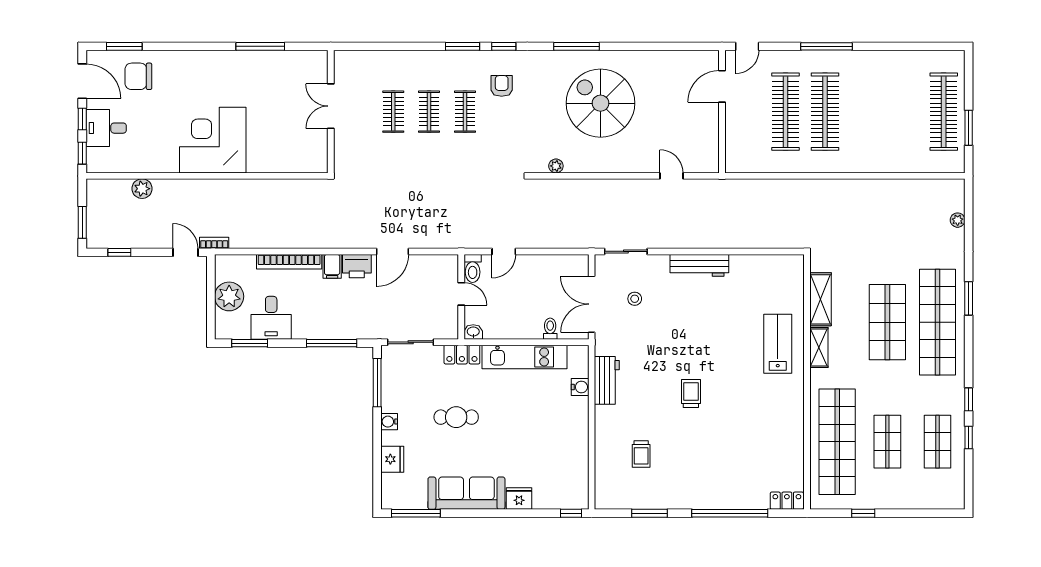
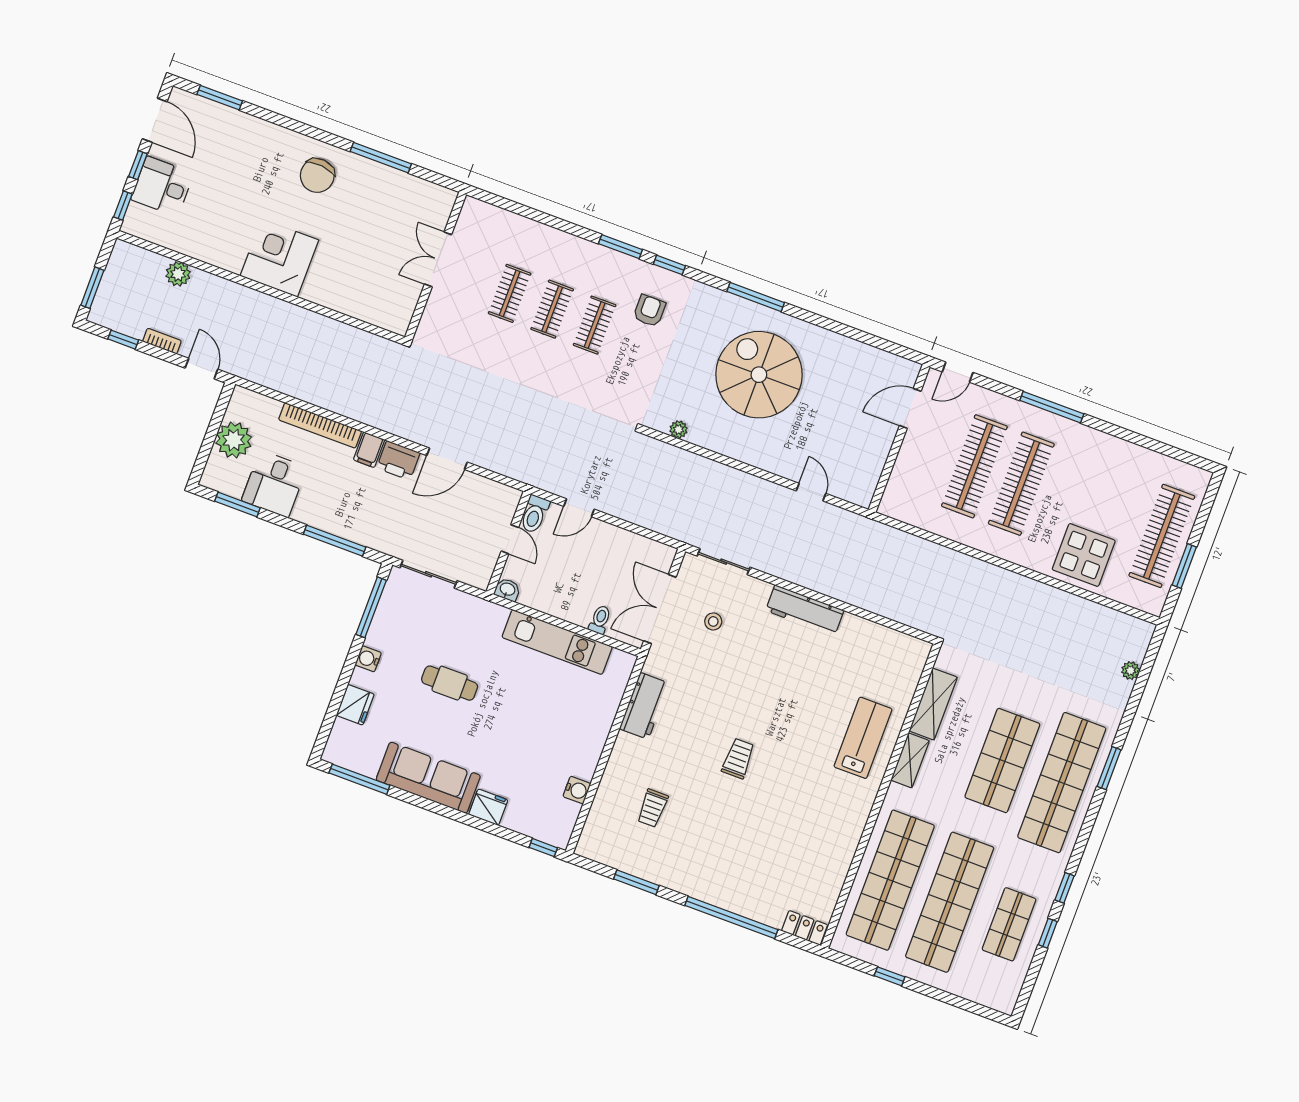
chair: (138, 76) -> (317, 175), moved, turned -84
corner desk: (213, 140) -> (279, 258), width x0.74, depth x0.74
display table: (891, 147) -> (1084, 555), added
bookcase: (214, 243) -> (162, 341), moved
locker: (462, 355) -> (484, 611), removed
water cooler: (580, 387) -> (577, 790), moved
shop shelf: (887, 442) -> (950, 902), width x2.00, depth x1.36

